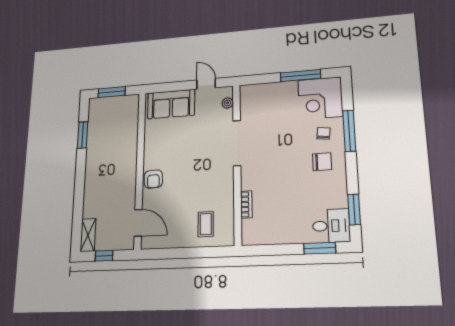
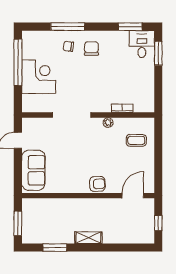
window: (301, 76) -> (18, 62), width x1.46
corner desk: (320, 98) -> (39, 77), moved, turned -90
plant: (227, 103) -> (108, 122), moved
shelving: (88, 235) -> (88, 238), moved

